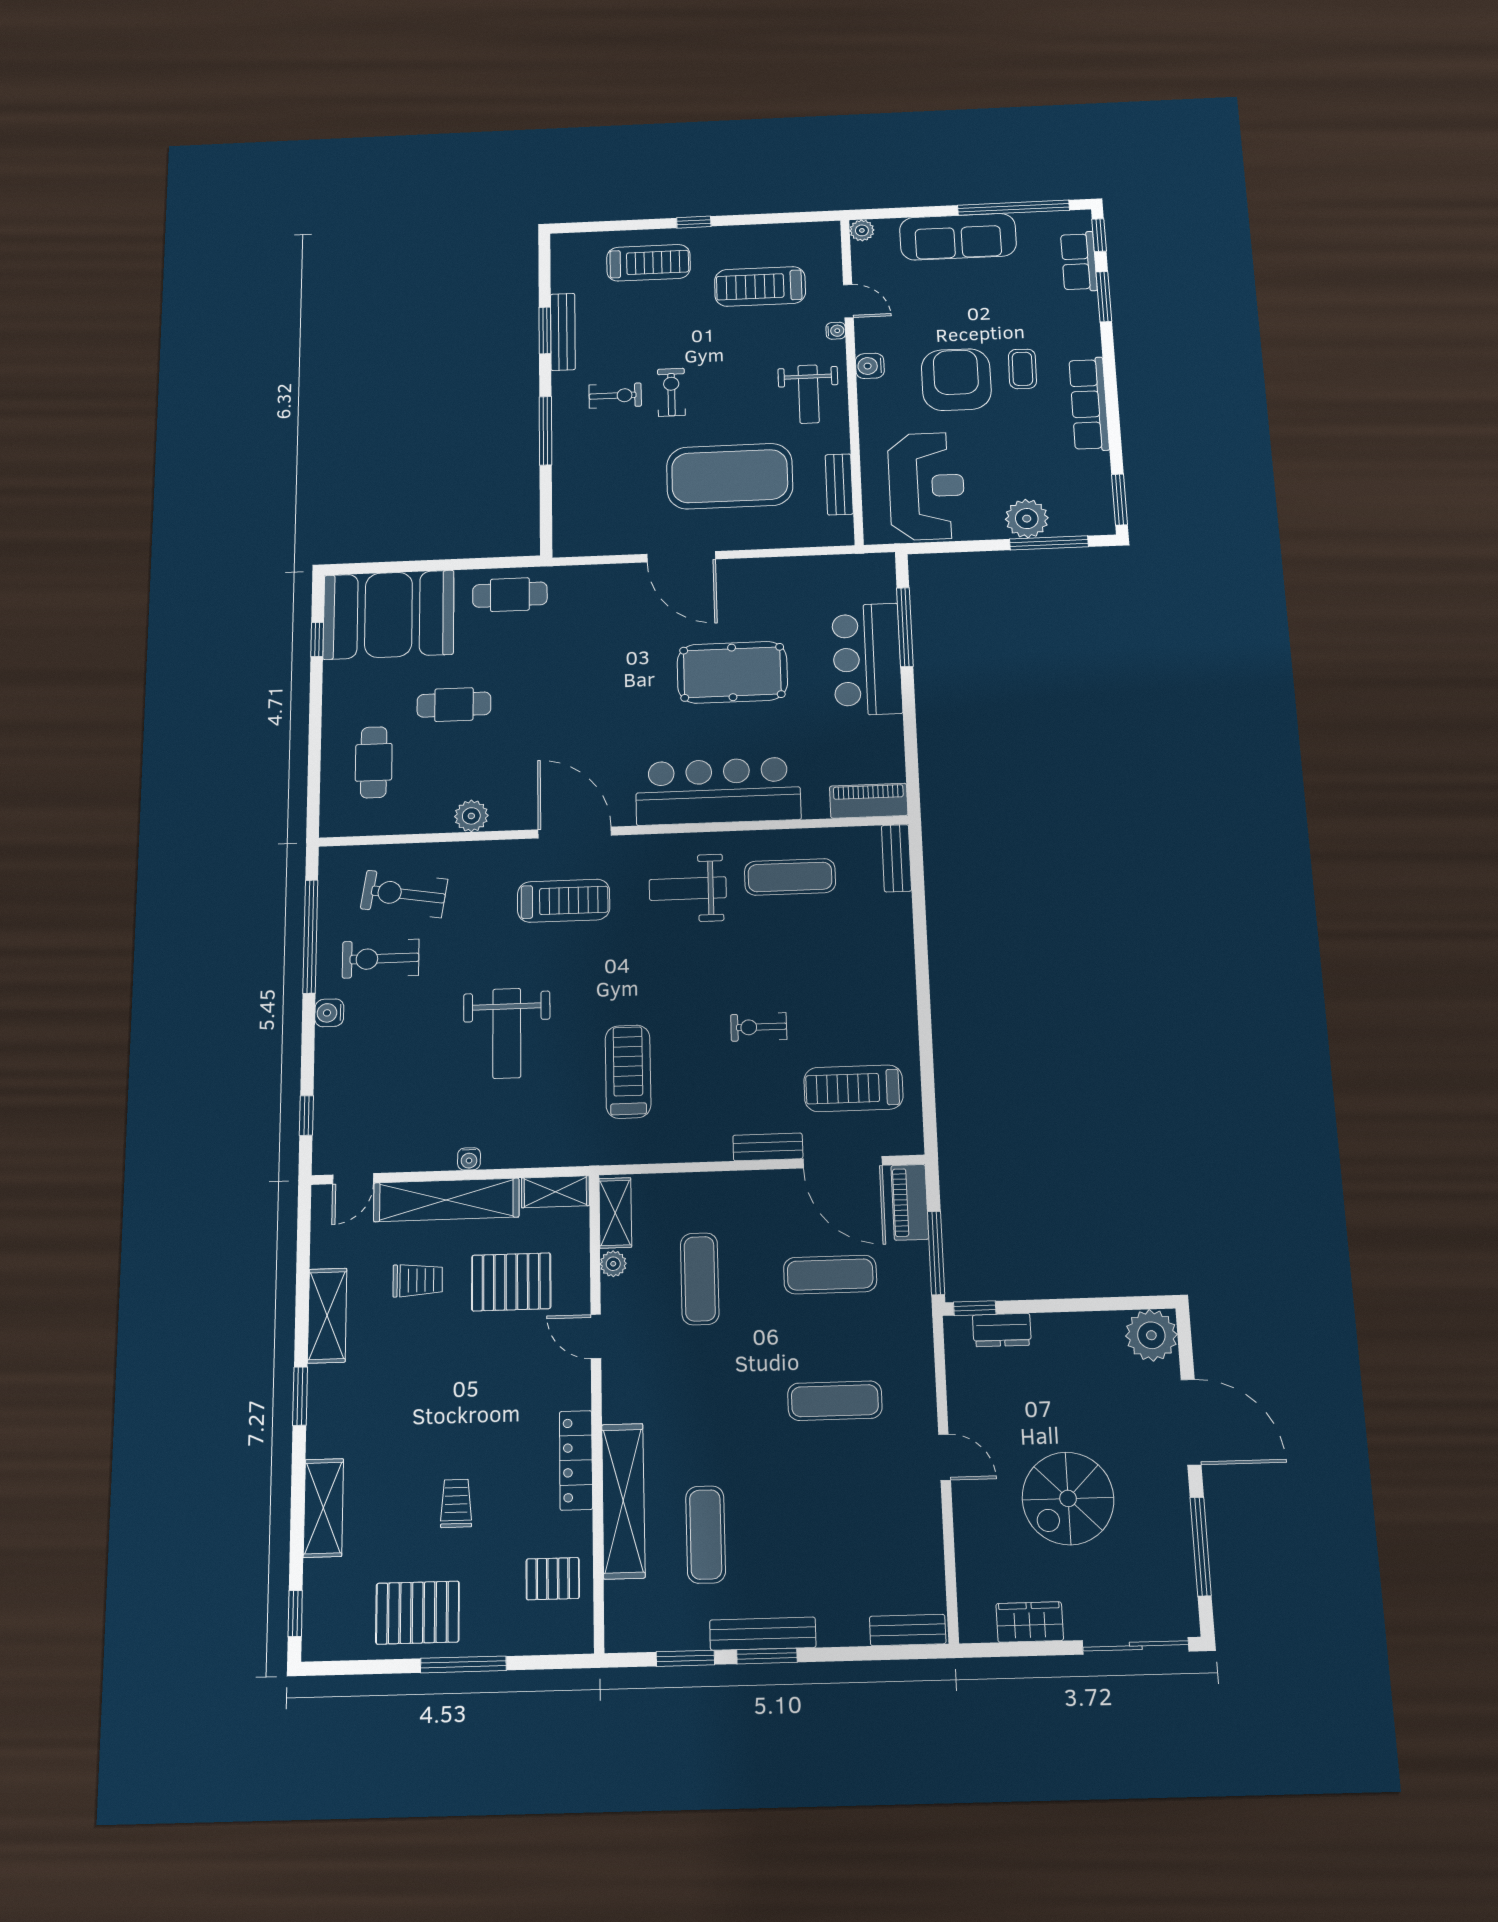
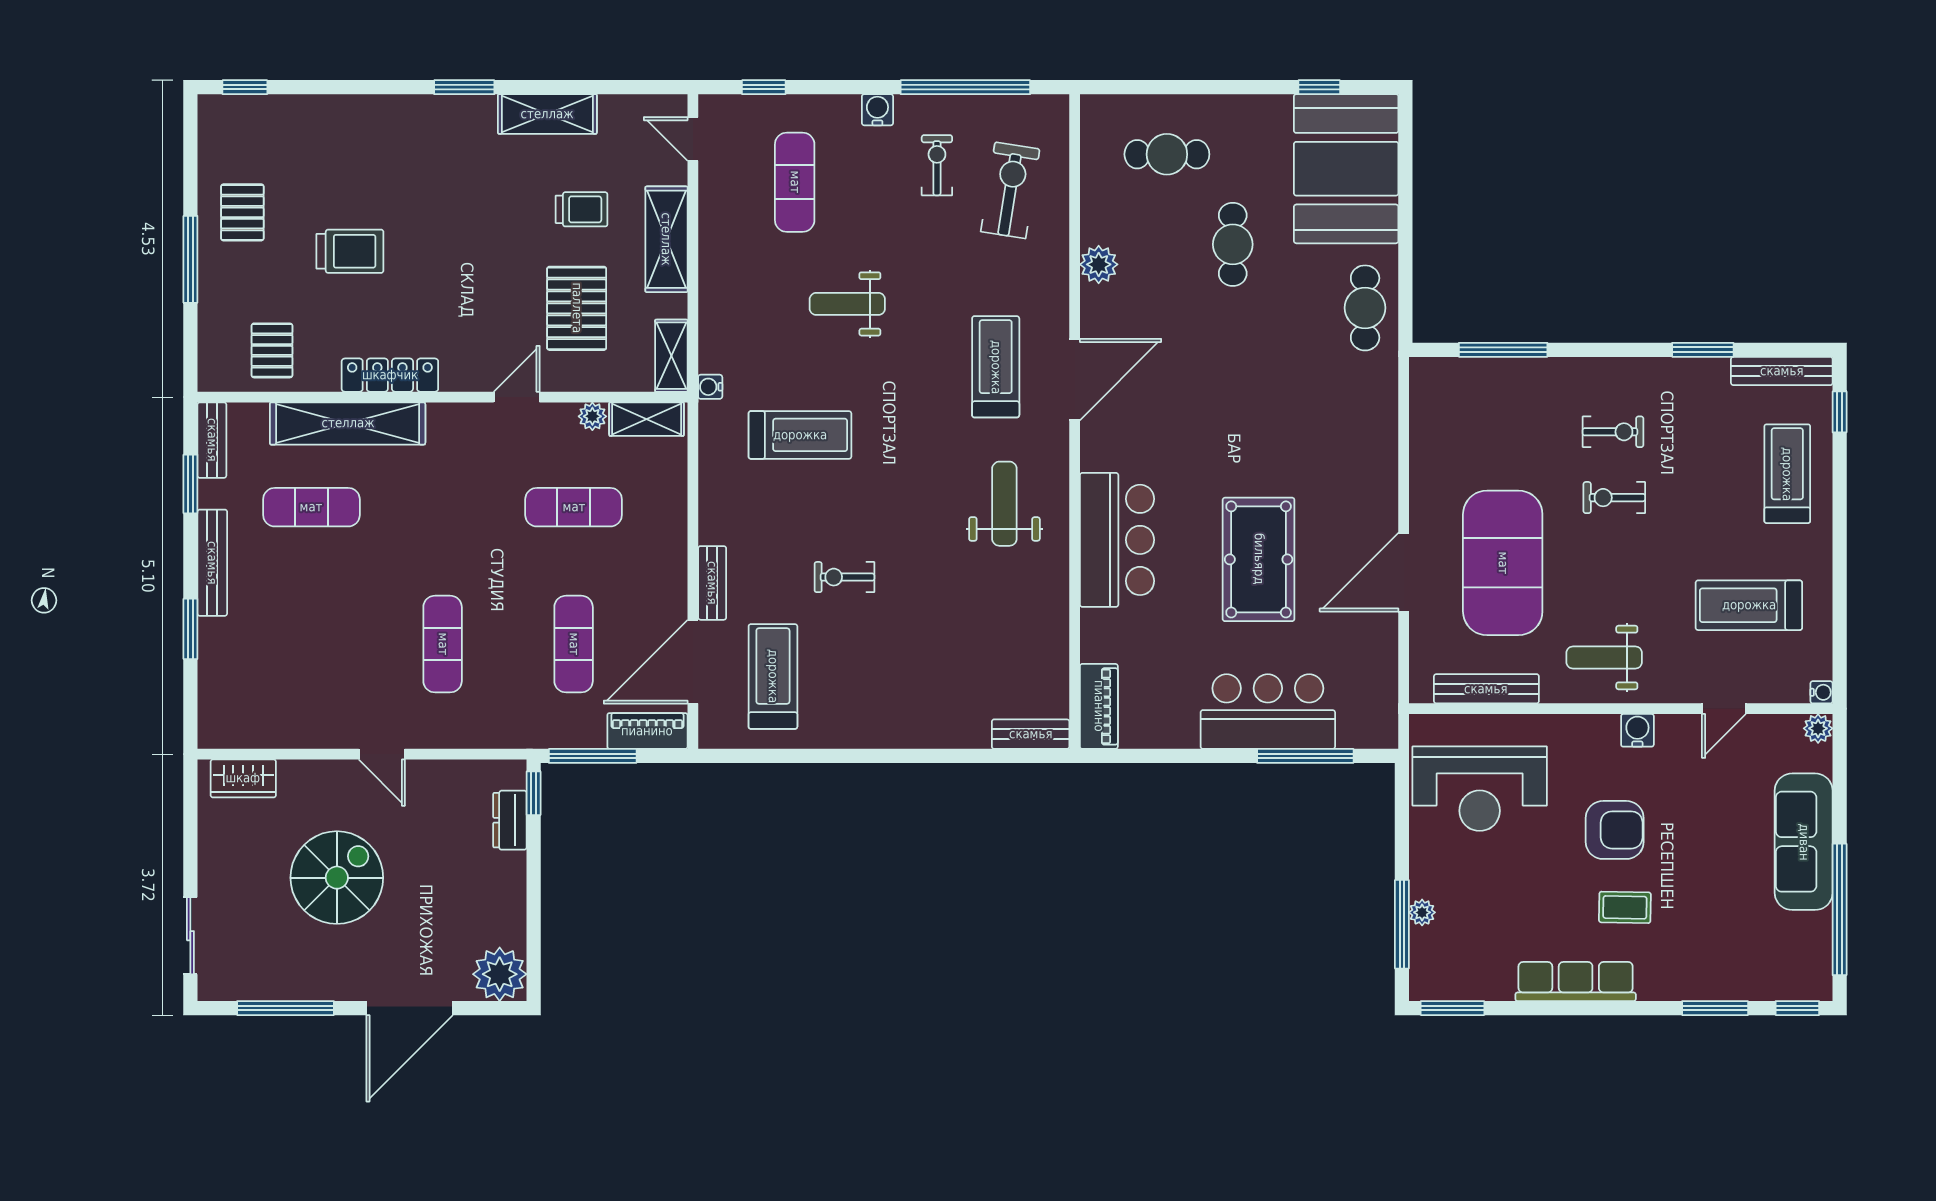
window: (694, 222) -> (1840, 412), moved
row of seats: (1079, 262) -> (1763, 982), removed
treadmill: (648, 263) -> (1787, 474), turned 180
treadmill: (760, 286) -> (1749, 605), turned -90
water cooler: (836, 331) -> (1821, 692), moved, turned -90
bench: (563, 332) -> (1782, 371), moved
armchair: (956, 380) -> (1615, 830), width x0.73, depth x0.73
exercise bike: (671, 392) -> (1614, 498), turned 180
exercise bike: (615, 396) -> (1613, 432), turned -90
window: (545, 431) -> (1503, 350), moved
bench: (839, 484) -> (1486, 689), width x1.36
plant: (1027, 519) -> (1422, 912), width x0.53, depth x0.53
door: (681, 557) -> (1404, 572), moved
bar counter: (718, 791) -> (1117, 540), width x0.73
exercise mat: (790, 877) -> (795, 182), moved
treadmill: (564, 901) -> (996, 367), turned 180
exercise bike: (381, 959) -> (937, 165), width x0.73, depth x0.72
exercise bike: (759, 1027) -> (844, 577), turned -90
weight bench: (507, 1033) -> (847, 304), width x0.73, depth x0.75
water cooler: (469, 1159) -> (710, 387), moved
shelving: (446, 1200) -> (666, 239), width x0.68
trolley: (418, 1280) -> (582, 209), turned -90
door: (945, 1457) -> (382, 754), hinge flipped
spiral stairs: (1068, 1498) -> (337, 878), turned 90
trolley: (456, 1503) -> (350, 251), width x1.36, depth x1.39
shelving: (323, 1508) -> (349, 114), removed
pallet: (418, 1613) -> (242, 212), width x0.67, depth x0.71
wardrobe: (1030, 1622) -> (243, 778), moved, turned 90
bench: (908, 1630) -> (212, 440), moved
sliding door: (1136, 1646) -> (190, 936), width x0.73
window: (767, 1656) -> (190, 629), moved

